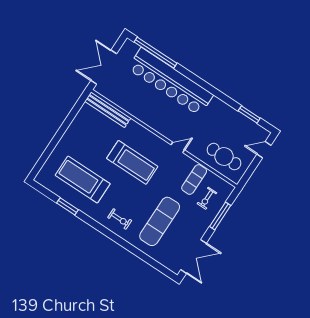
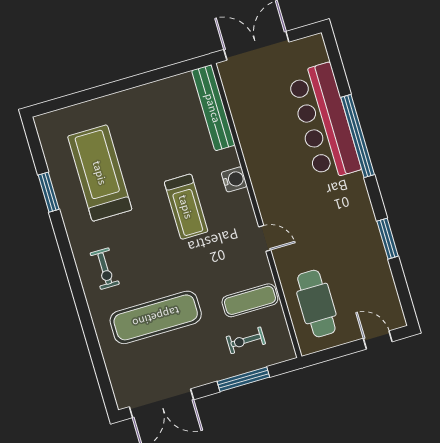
window: (155, 53) -> (358, 136), moved
bar counter: (170, 82) -> (324, 122), width x0.73
window: (249, 114) -> (388, 239), moved
water cooler: (143, 133) -> (234, 179), added
treadmill: (132, 162) -> (186, 207), width x0.73, depth x0.73

